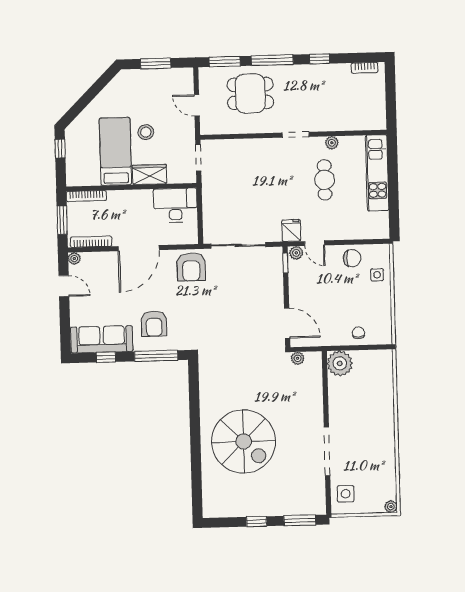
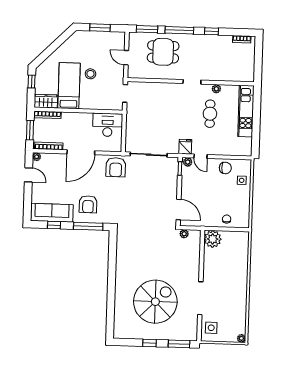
wardrobe: (150, 174) -> (46, 101), moved
spiral stairs: (244, 441) -> (155, 302), moved, turned -90

